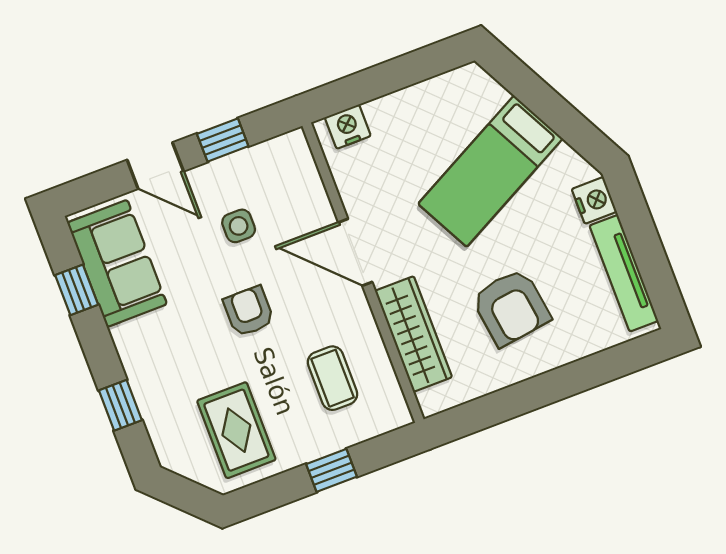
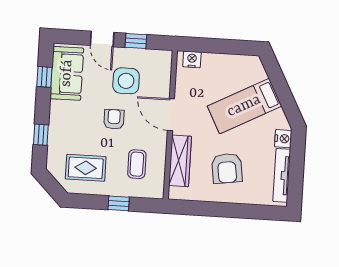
side table: (239, 226) -> (126, 81), width x1.87, depth x1.87
rug: (236, 430) -> (86, 168), turned 90

